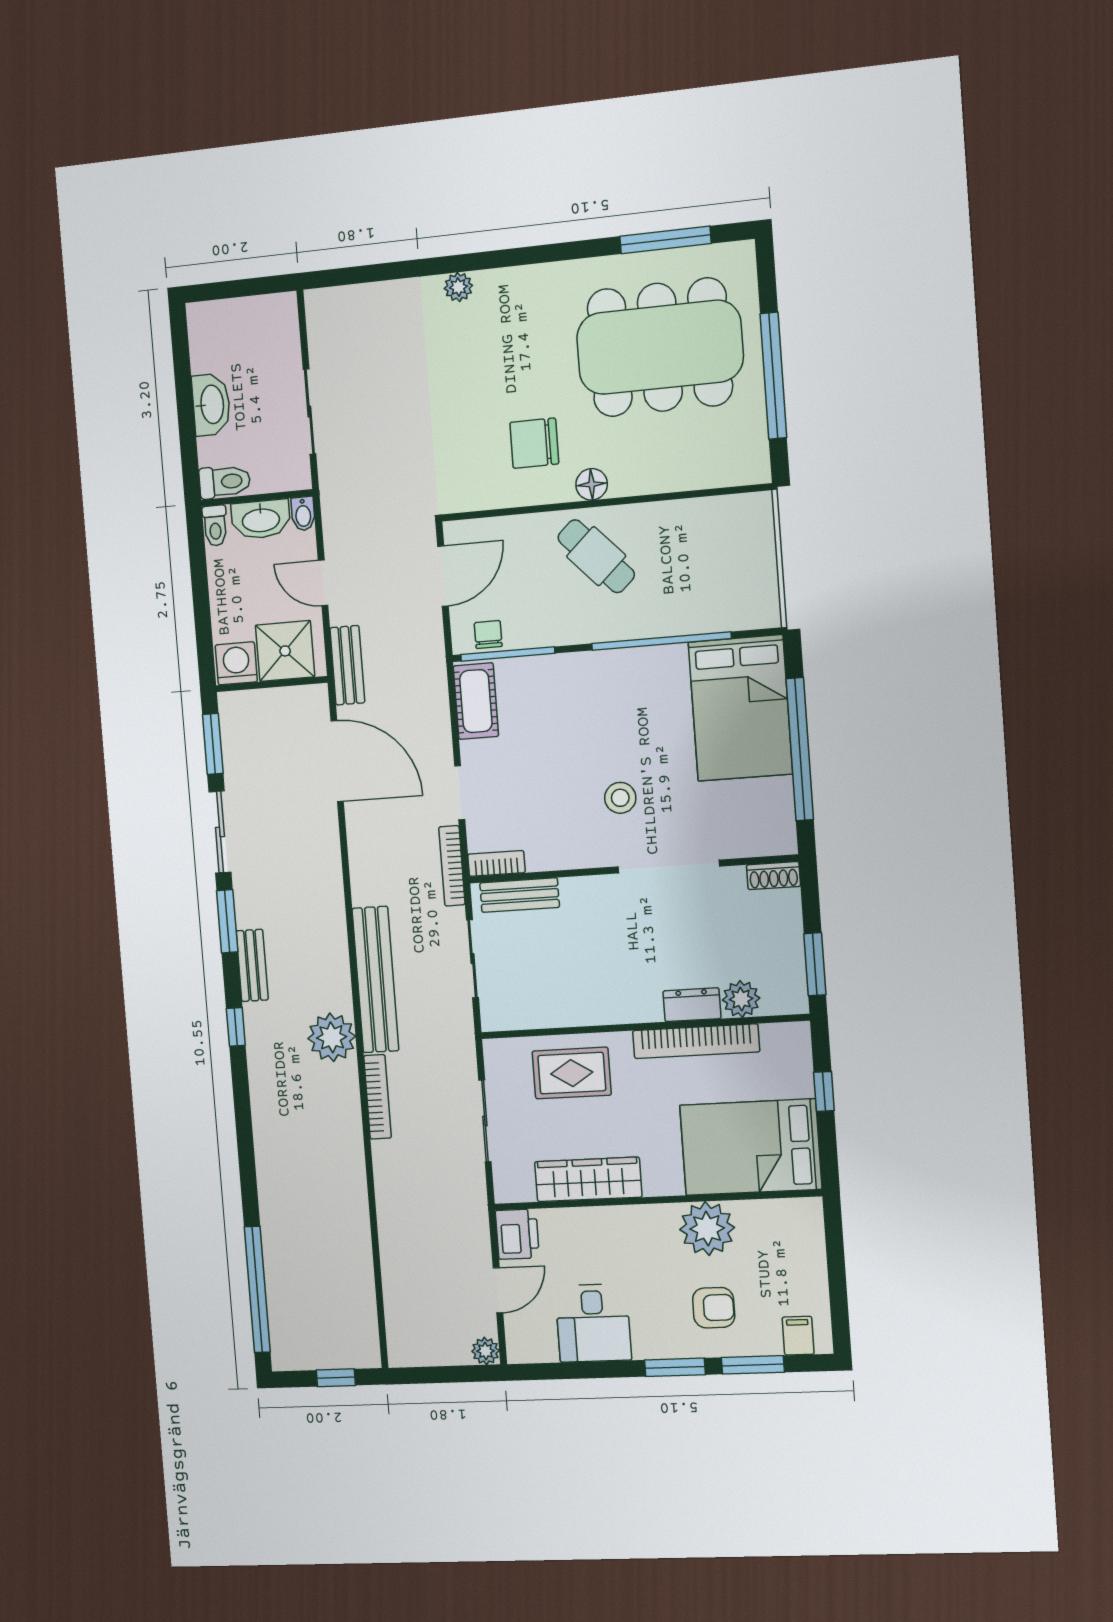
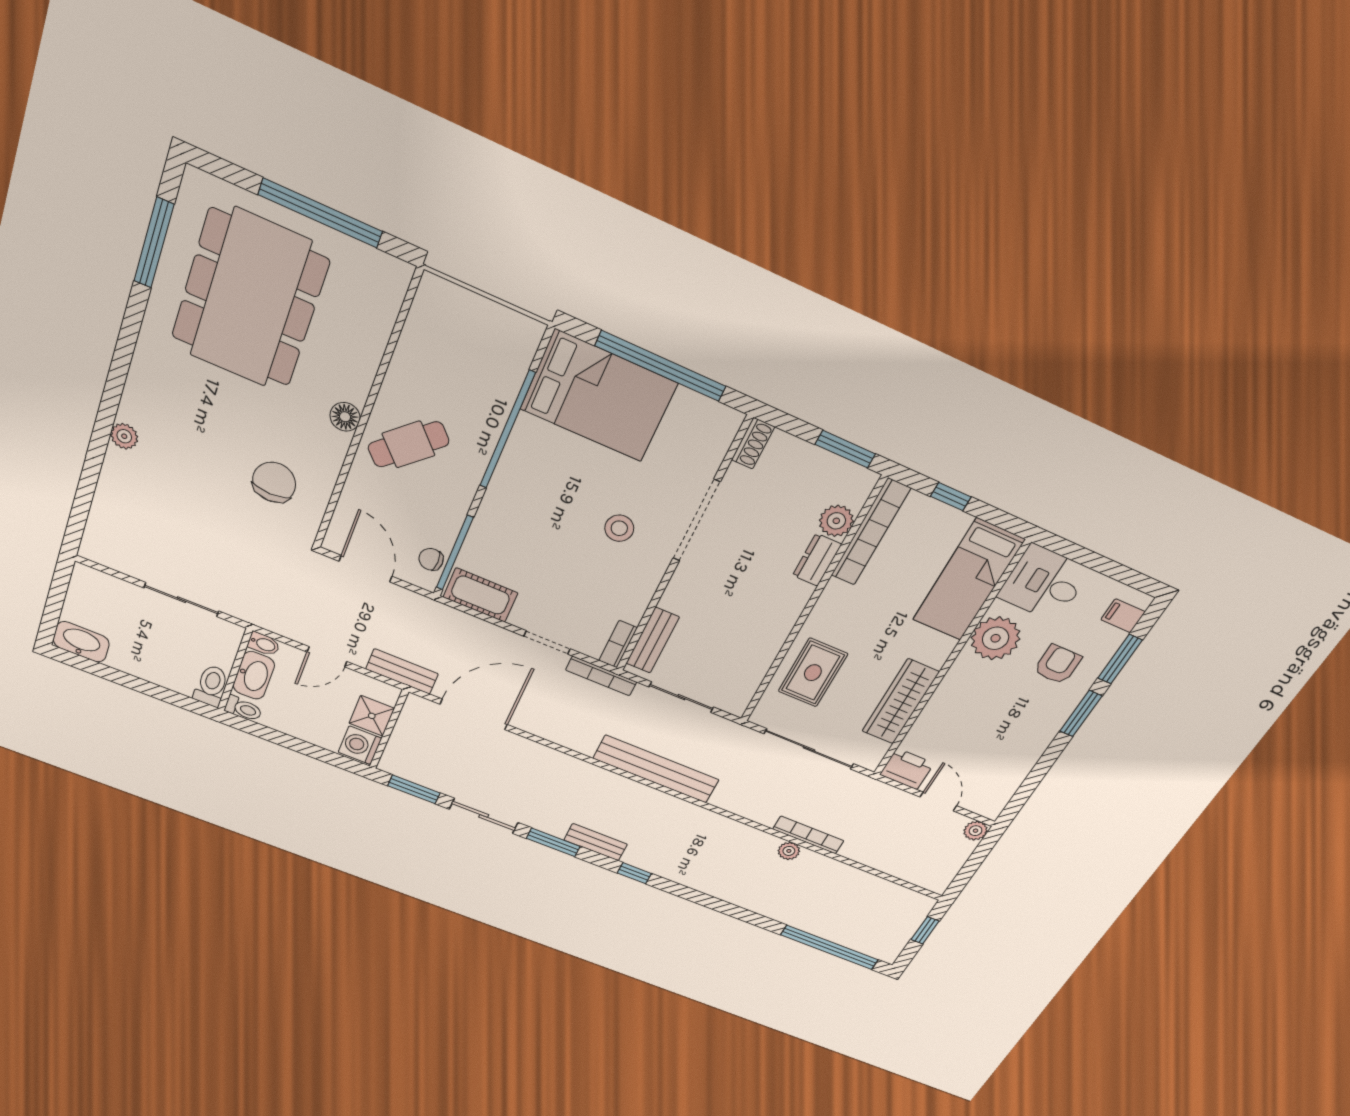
washbasin: (211, 405) -> (81, 642), moved
chair: (534, 443) -> (274, 482), moved, turned 180
shower: (285, 651) -> (372, 716), width x0.73, depth x0.73
plant: (332, 1037) -> (789, 851), moved, width x0.53, depth x0.53
bookcase: (696, 1041) -> (871, 532), moved
bookcase: (378, 1097) -> (808, 835), moved
sliding door: (485, 1121) -> (809, 749), width x1.37
bed: (751, 1147) -> (968, 580), width x0.67
desk: (593, 1323) -> (1044, 583), moved, turned 180

